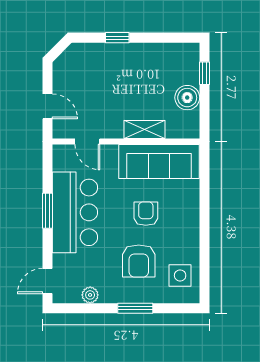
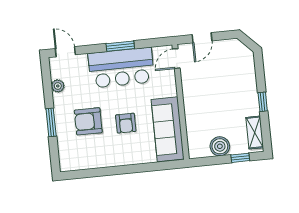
window: (117, 38) -> (263, 102), moved
shelving: (145, 129) -> (255, 133), moved
door: (87, 142) -> (176, 59), moved
armchair: (146, 214) -> (126, 123), turned 90
side table: (180, 275) -> (80, 155), removed

